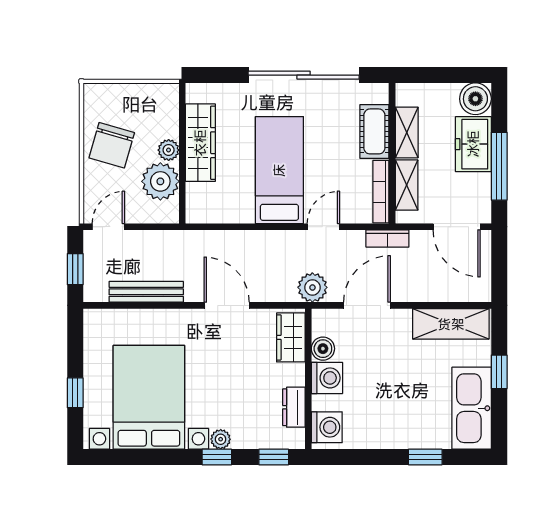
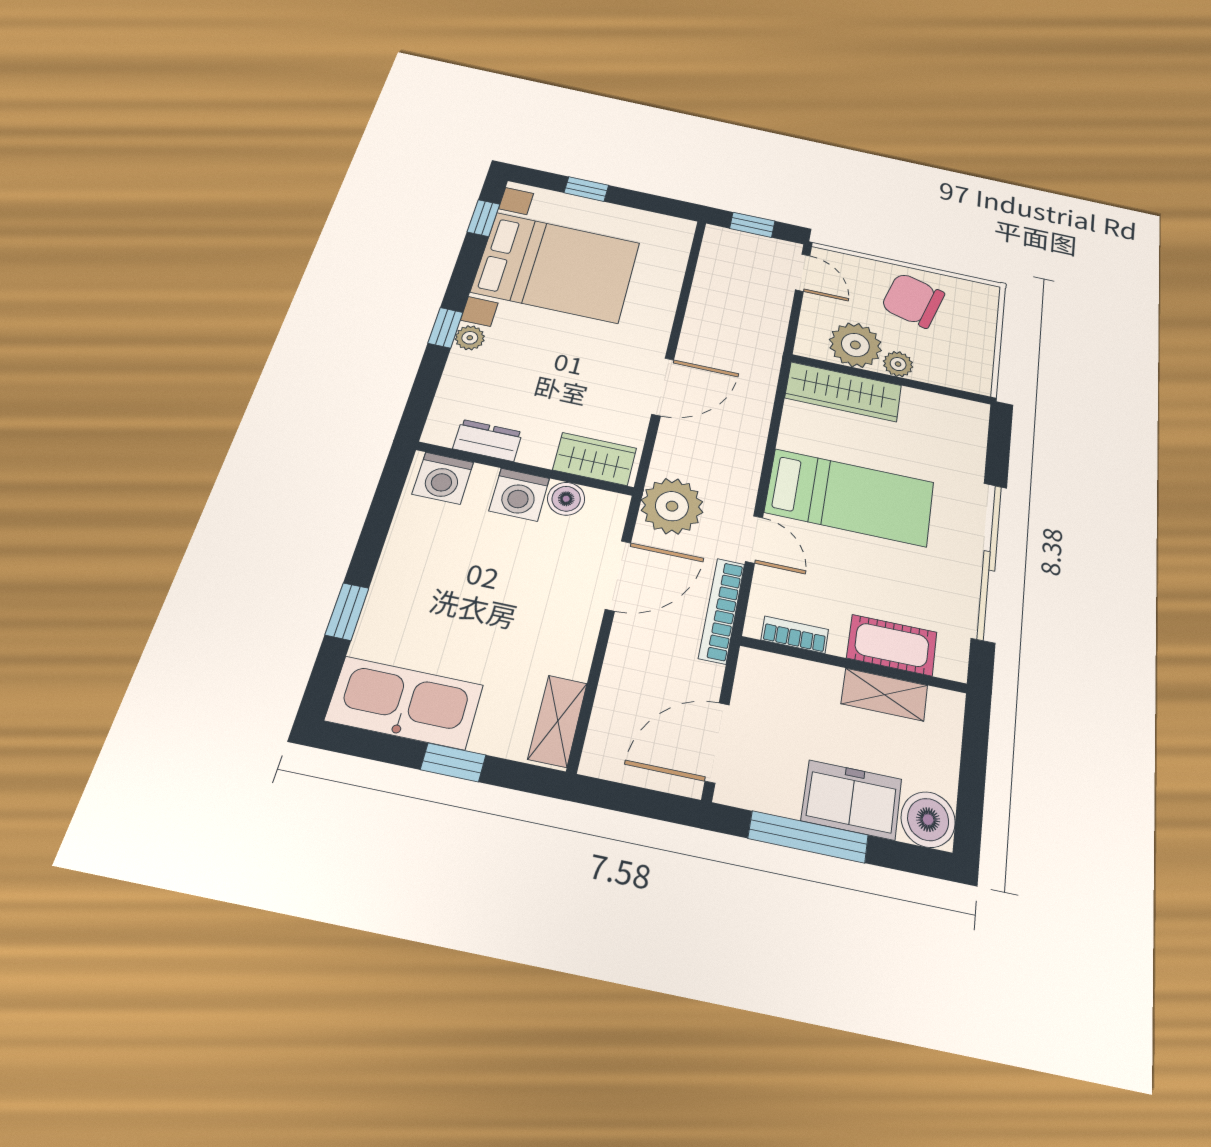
wardrobe: (200, 143) -> (843, 392), moved
shelving: (407, 185) -> (799, 676), removed
bookcase: (381, 192) -> (795, 635), width x0.64
bookcase: (387, 238) -> (722, 611), width x1.56
plant: (312, 287) -> (672, 506), width x1.36, depth x1.36
bench: (146, 292) -> (704, 296), removed
door: (367, 305) -> (618, 576), hinge flipped
shelving: (451, 324) -> (558, 721), width x0.67, depth x0.75
window: (274, 457) -> (483, 218), moved

